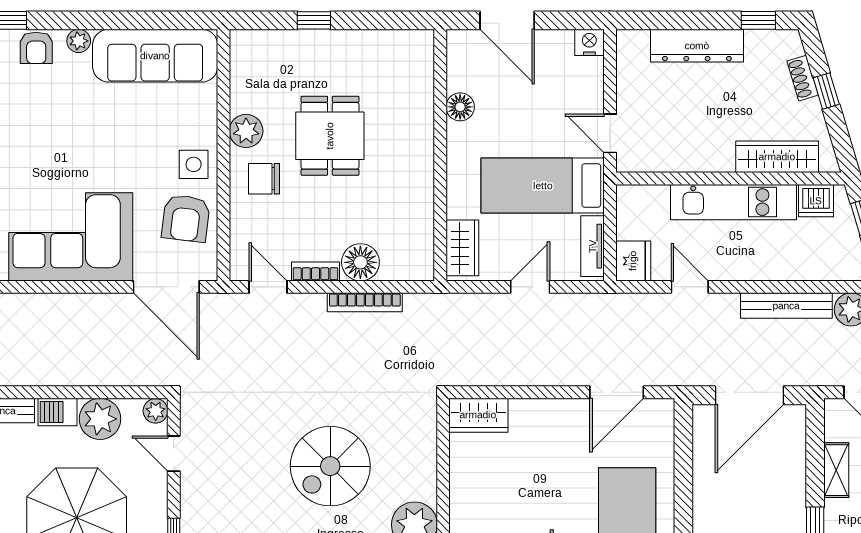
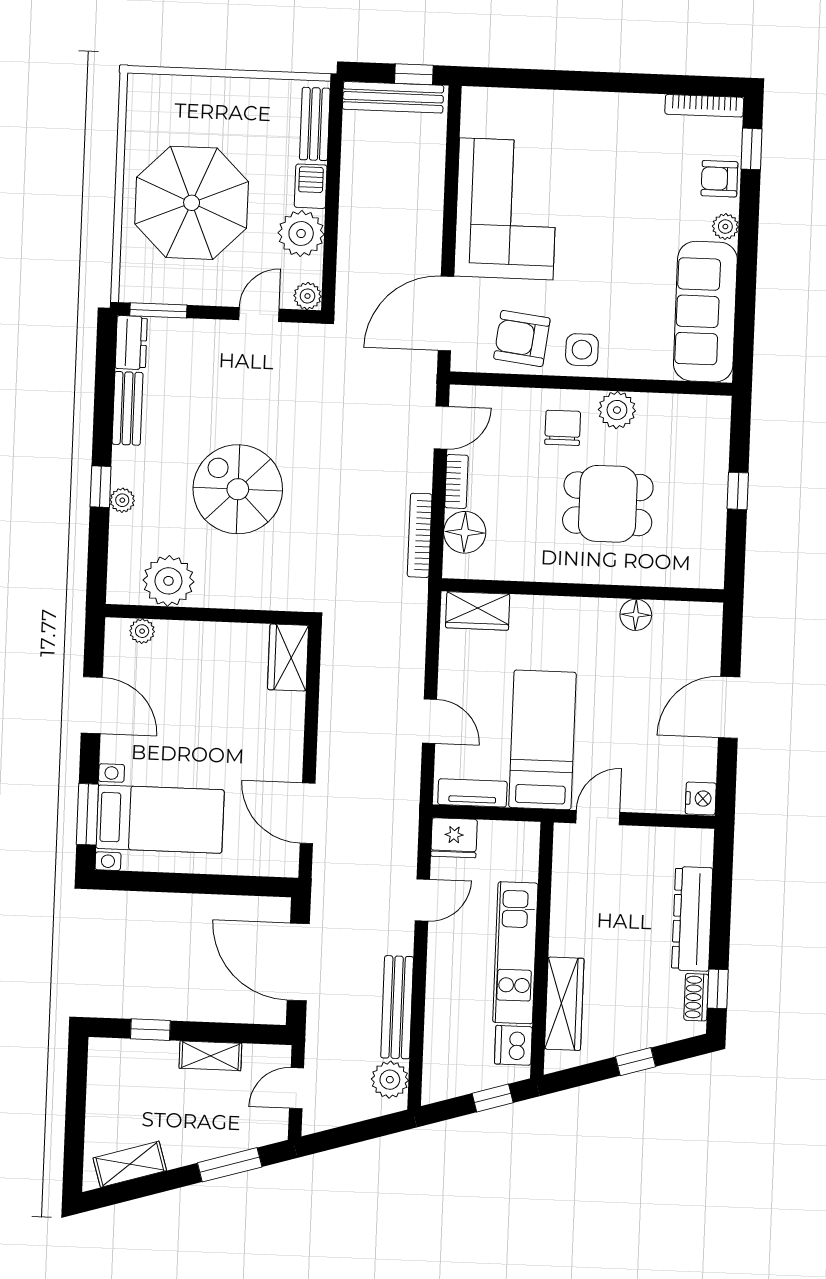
shoe rack: (803, 78) -> (696, 997), moved, turned -73
floor lamp: (460, 107) -> (636, 615), moved
wall: (440, 155) -> (583, 590), moved
wardrobe: (462, 248) -> (478, 611), moved

